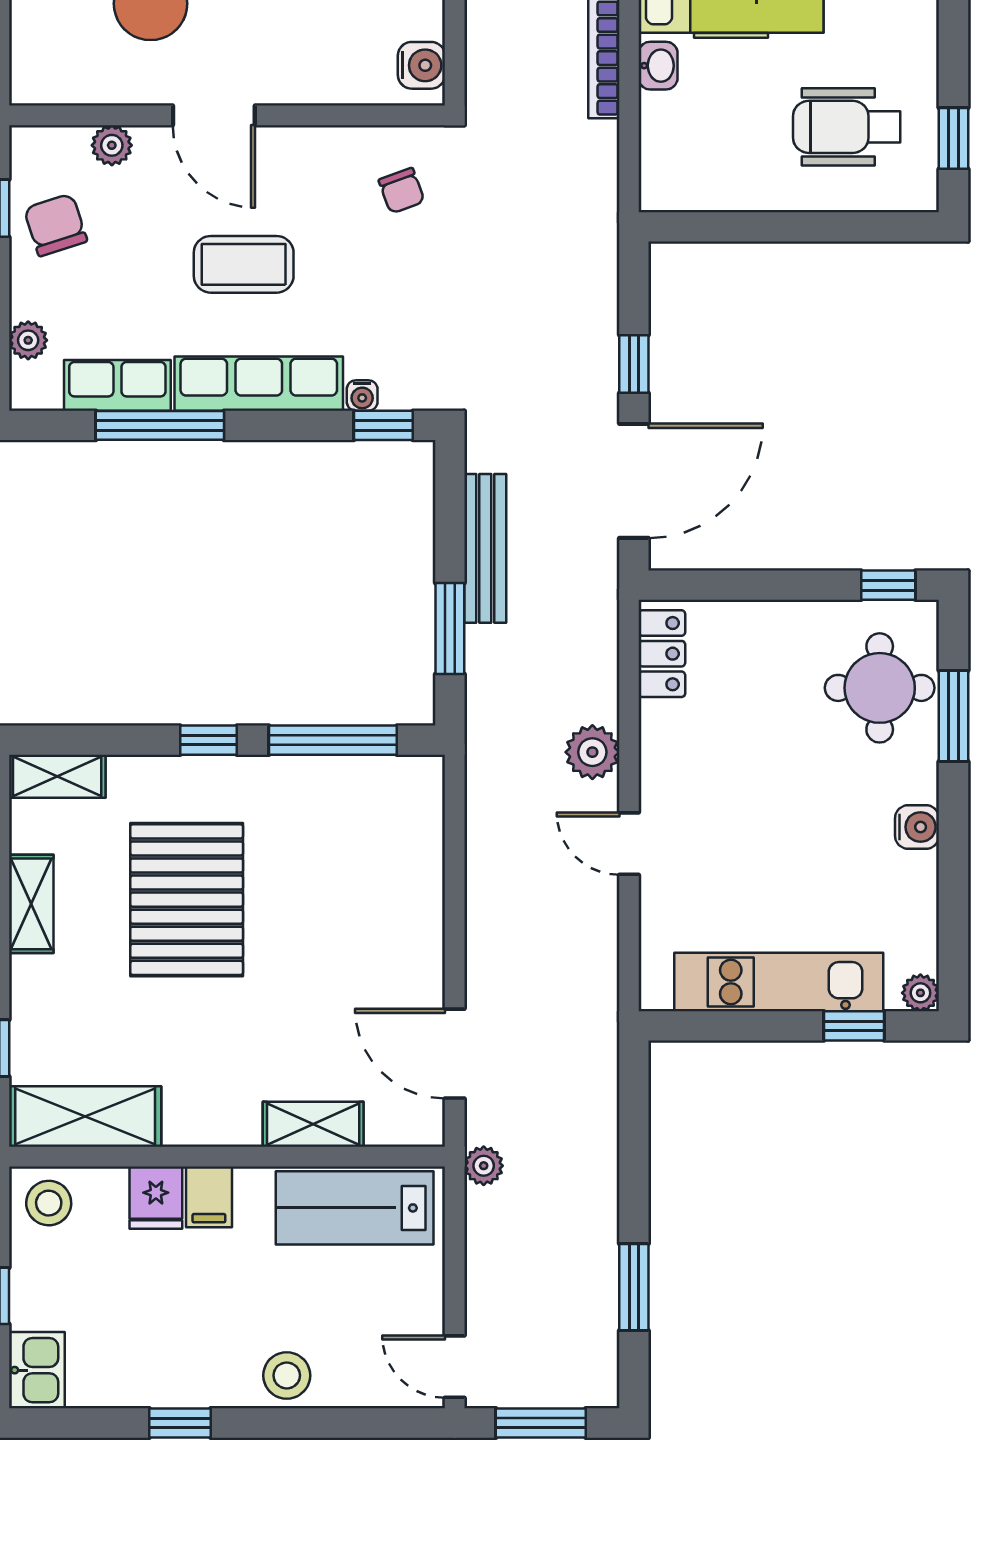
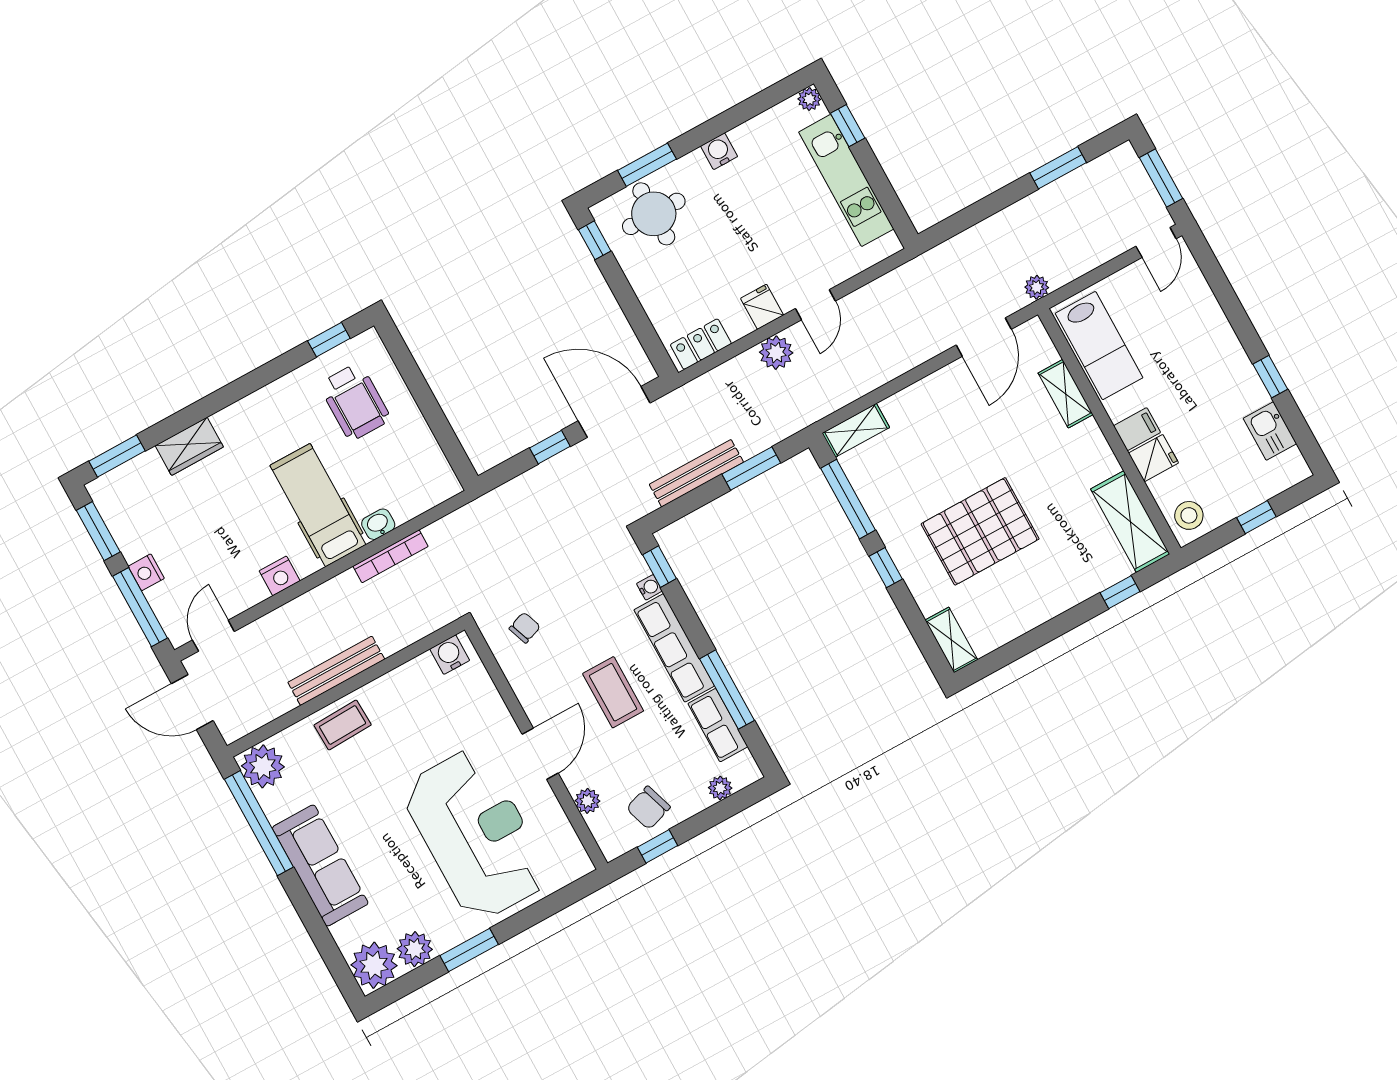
fridge: (667, 768) -> (762, 307), added
shelving: (31, 904) -> (856, 430), moved
kitchen sink: (37, 1370) -> (1270, 431), moved, turned -90
stool: (287, 1375) -> (1212, 332), removed

